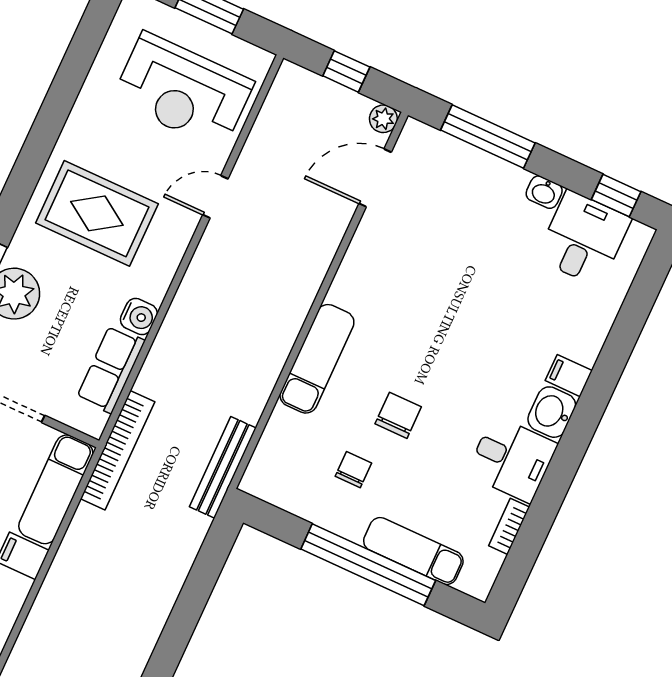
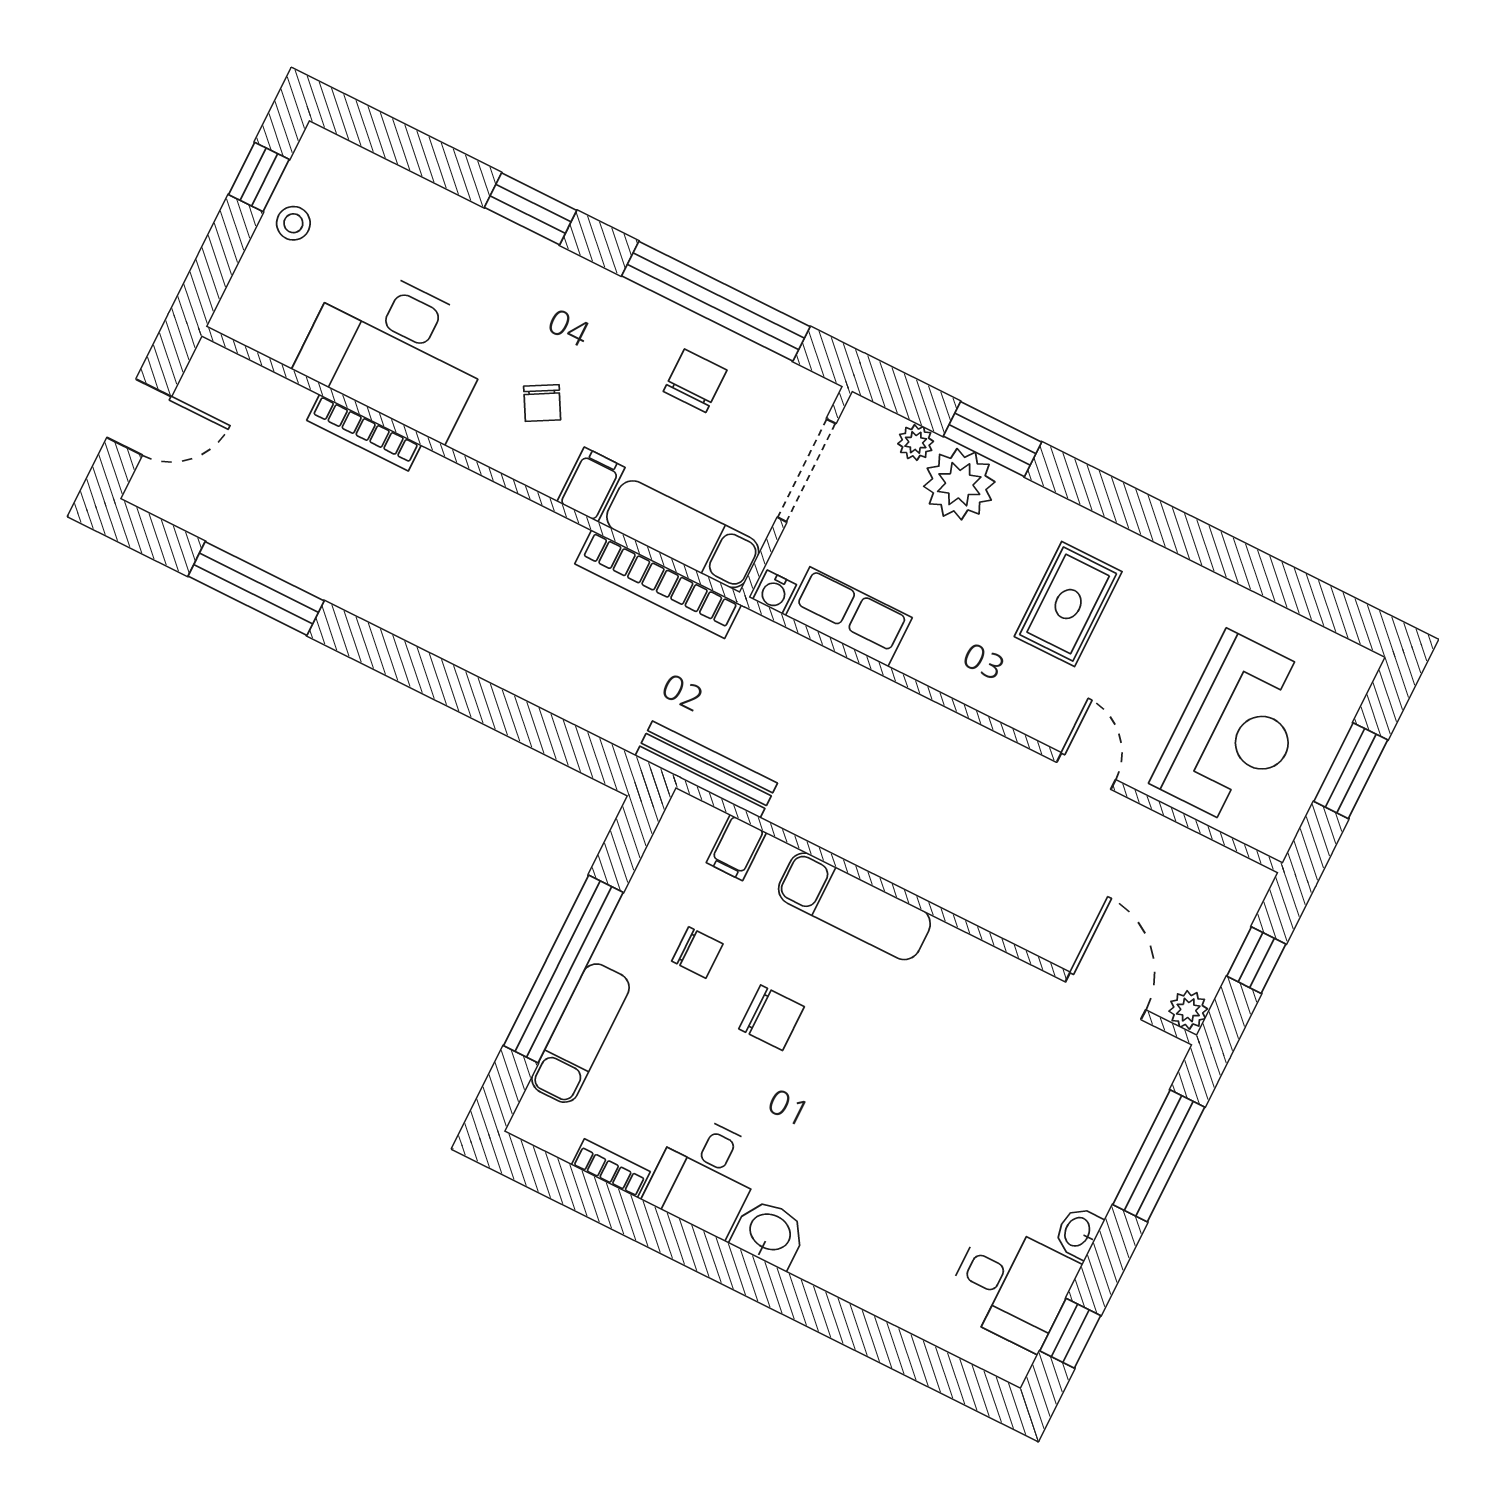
reception desk: (183, 91) -> (1236, 730), turned 180
rug: (97, 213) -> (1068, 604), width x0.73, depth x0.70
water cooler: (139, 317) -> (775, 592), moved, width x0.72, depth x0.72
filing cabinet: (569, 376) -> (736, 847), moved, turned 180
bookcase: (118, 450) -> (658, 584), moved

